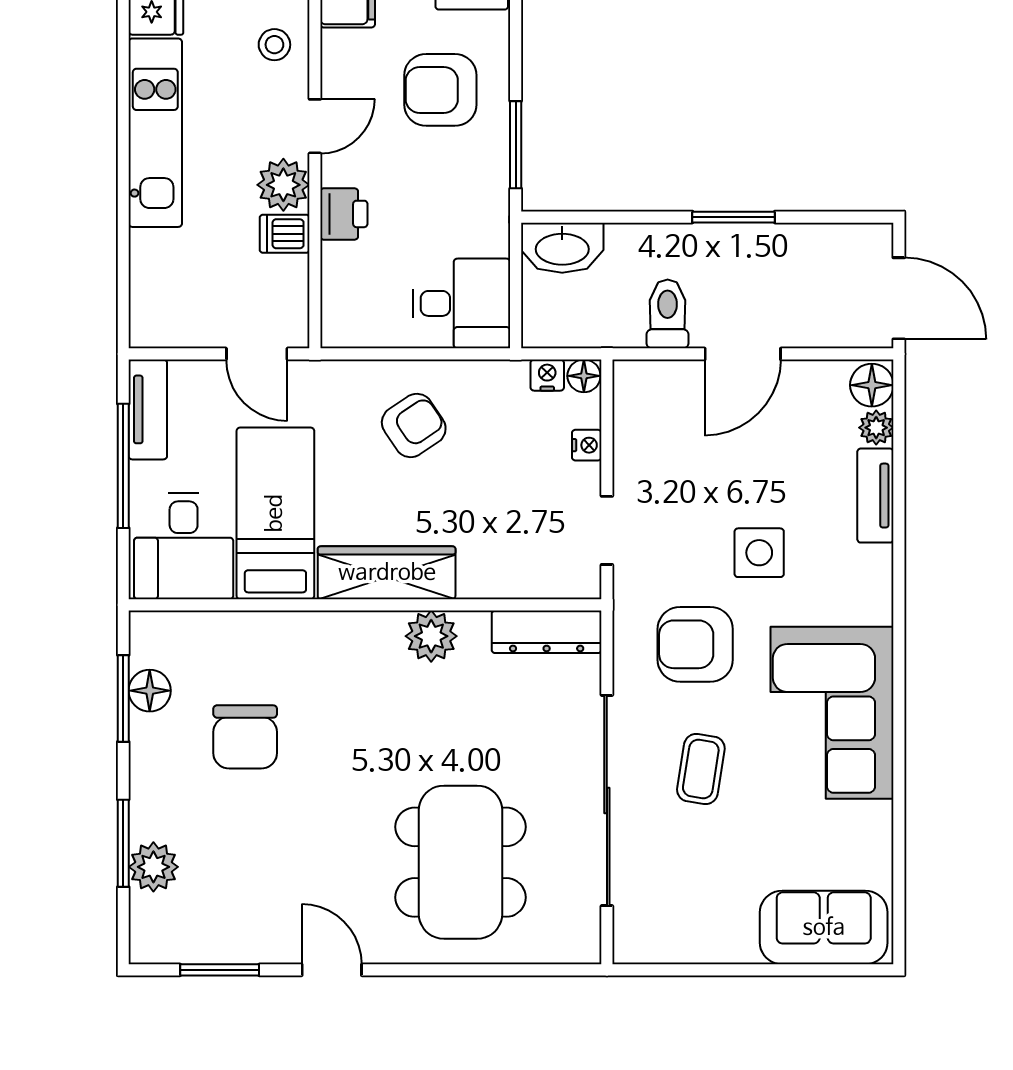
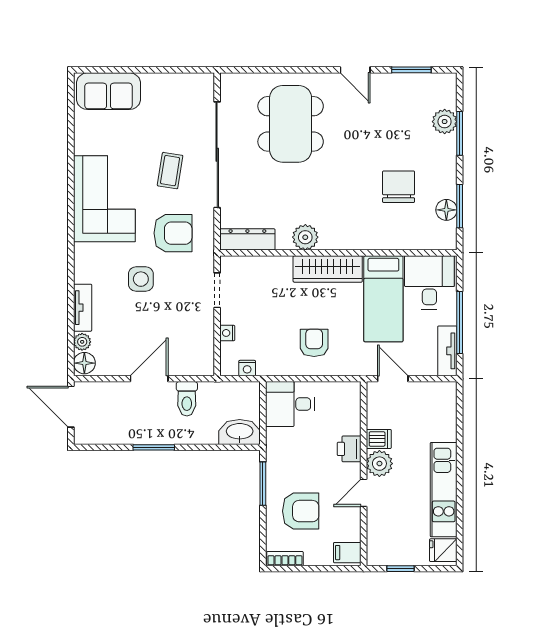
stool: (274, 45) -> (384, 534), removed
floor lamp: (584, 376) -> (229, 368), removed
armchair: (414, 425) -> (314, 343), turned 124

